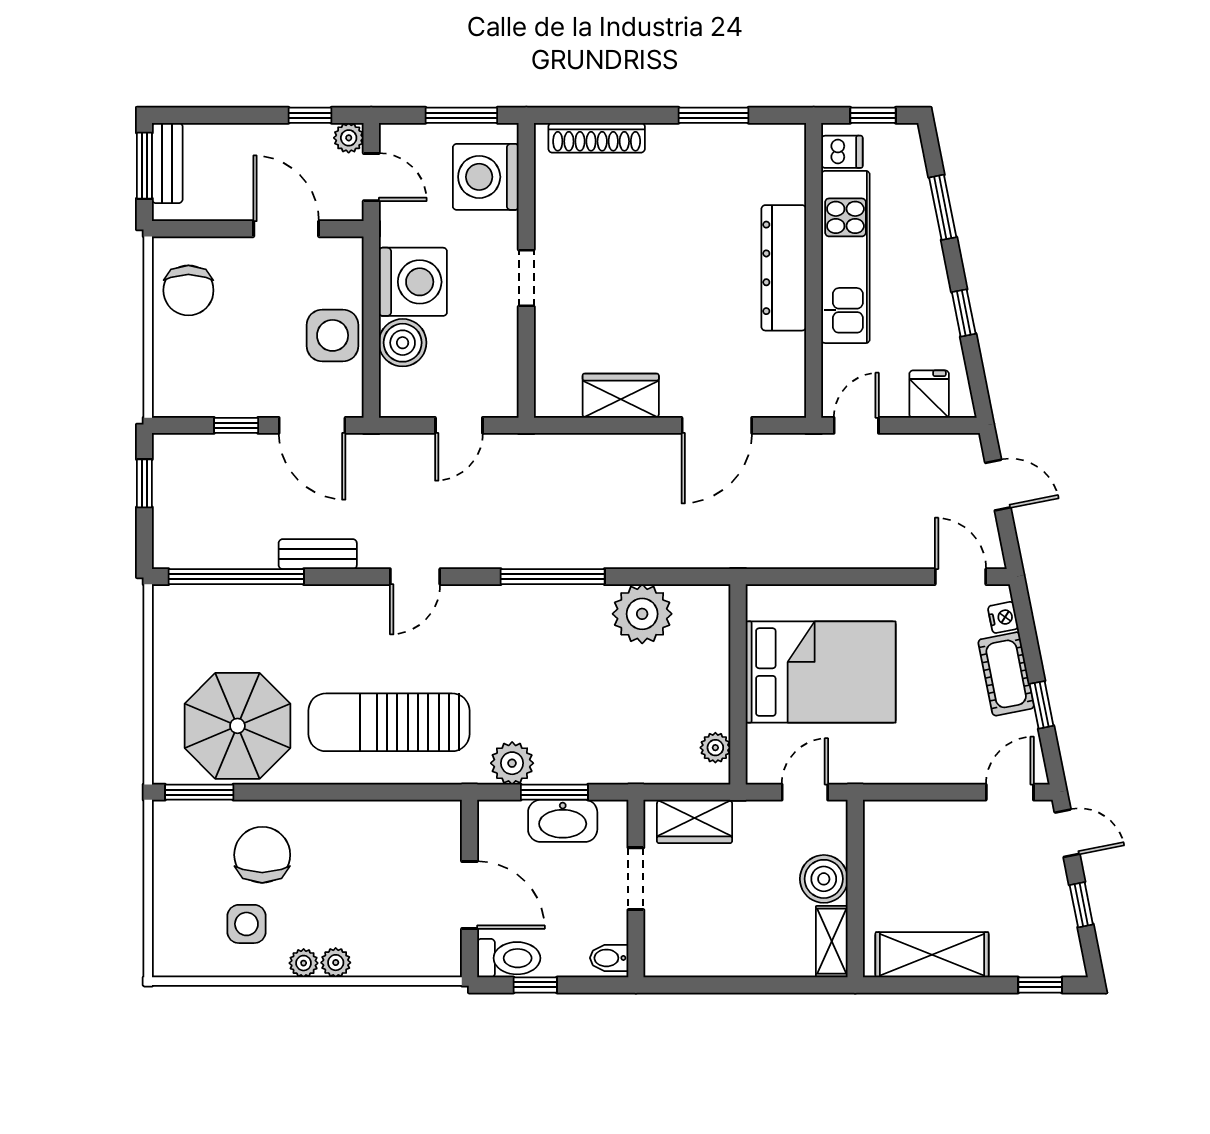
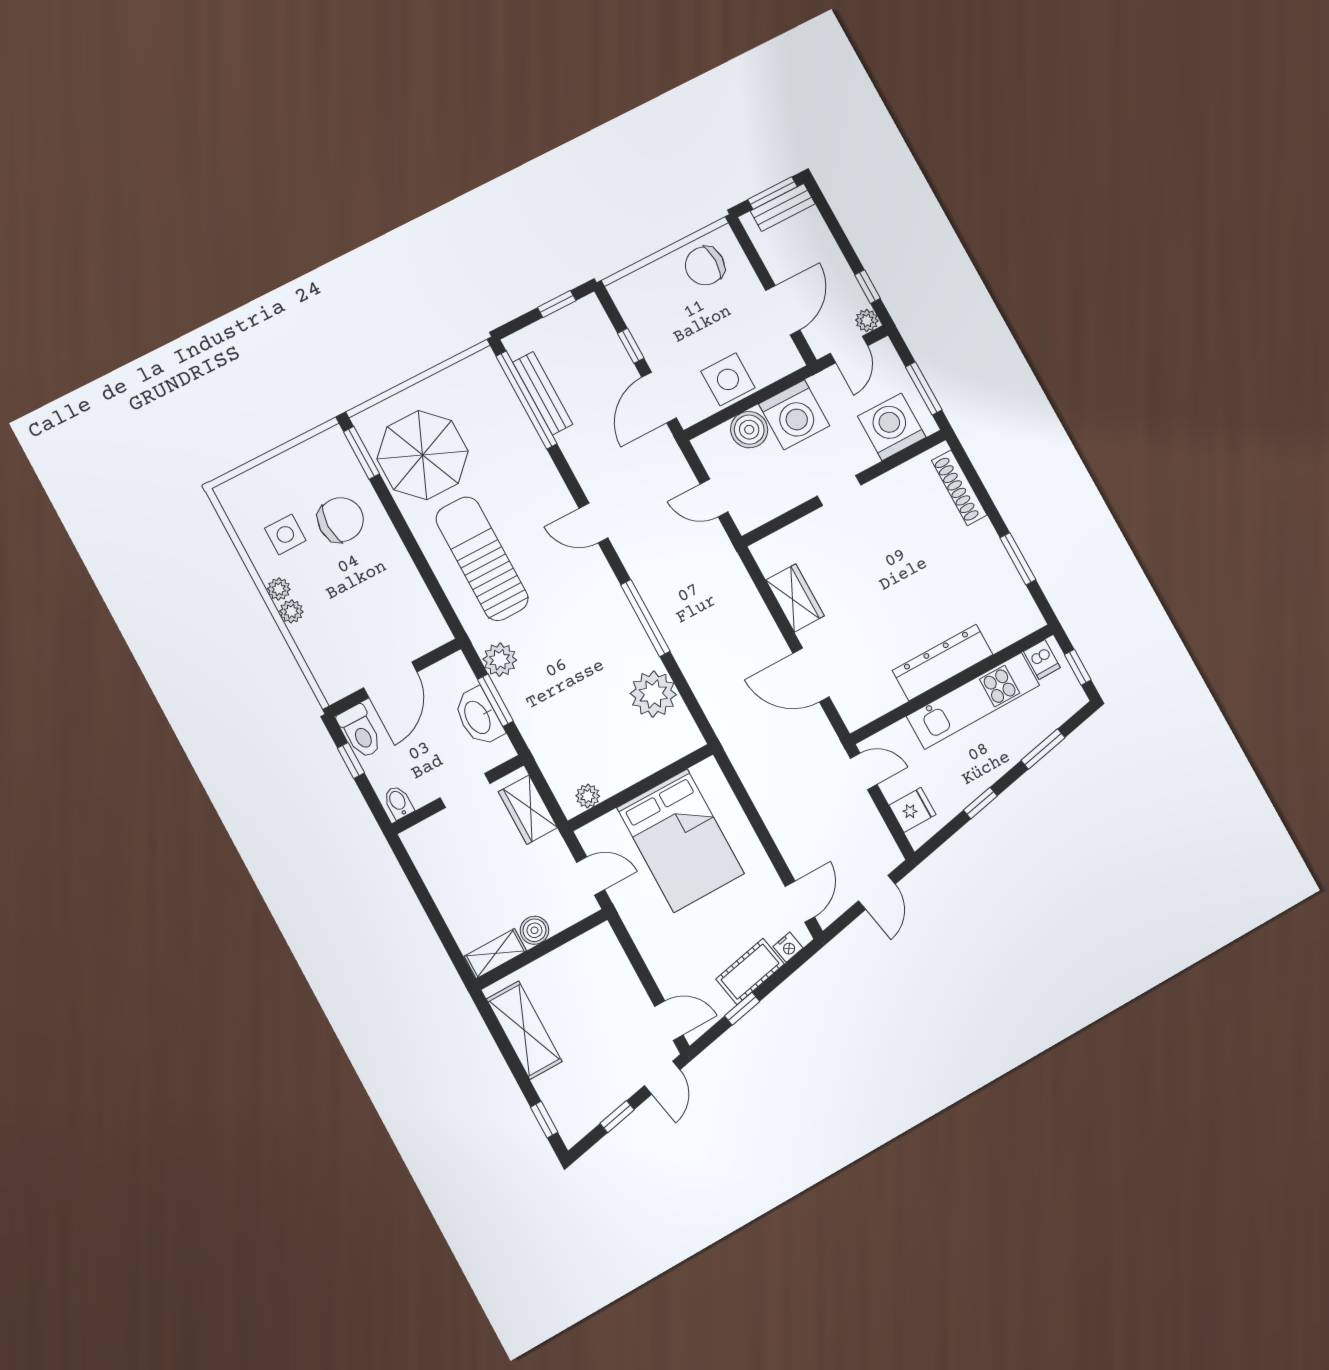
bench: (318, 554) -> (543, 393), moved, width x1.36
boiler: (824, 879) -> (534, 930), width x0.73, depth x0.73

